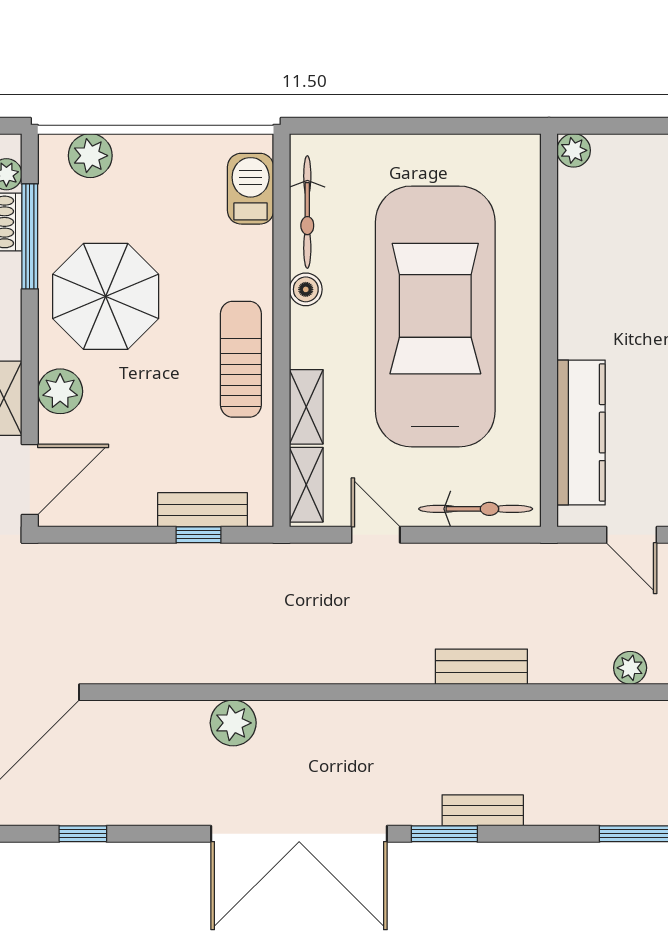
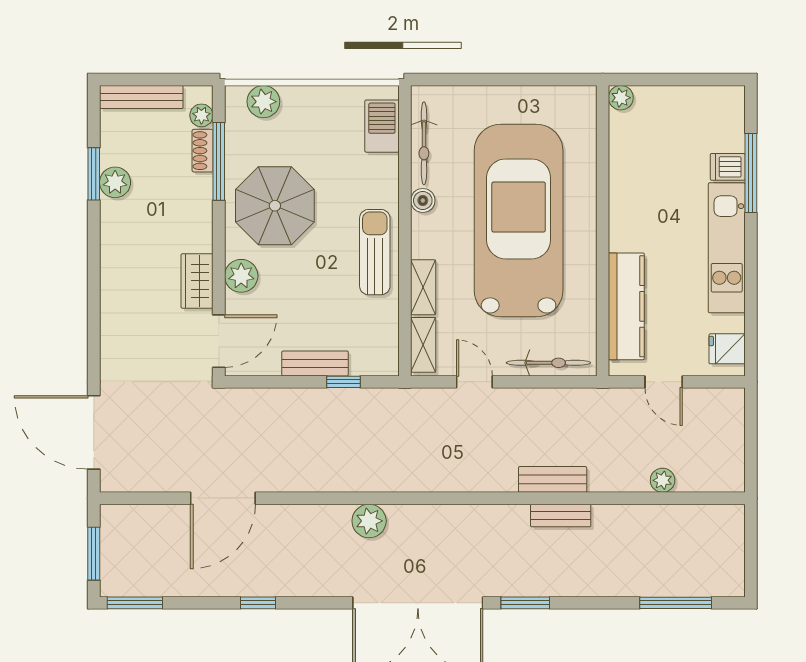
bench: (203, 510) -> (315, 363), moved
bench: (483, 810) -> (561, 516), moved

